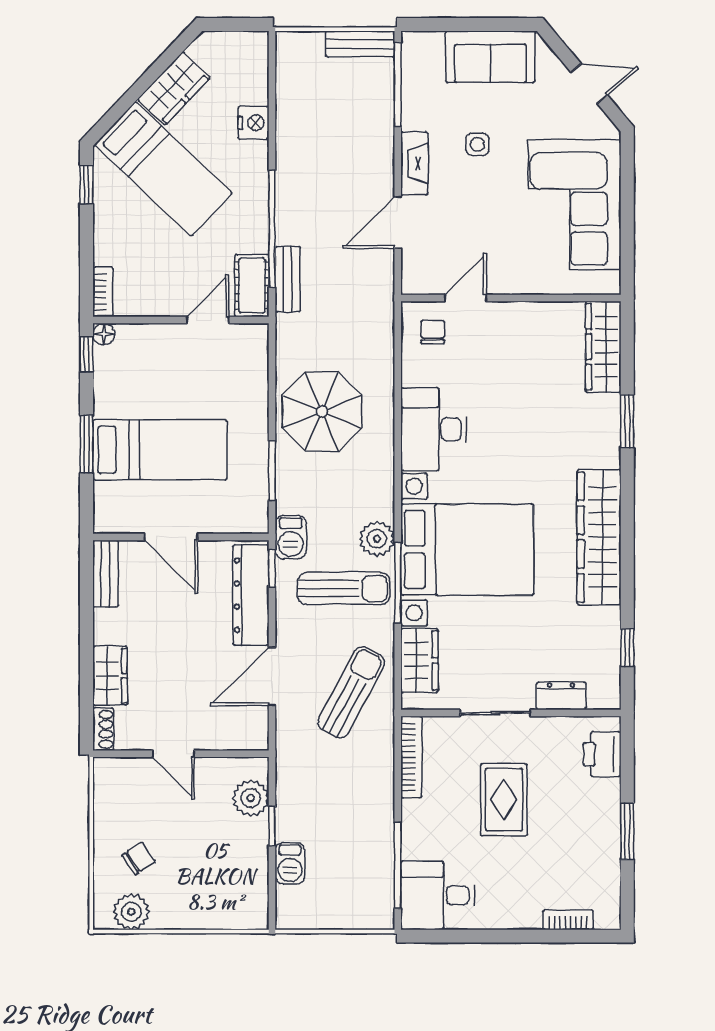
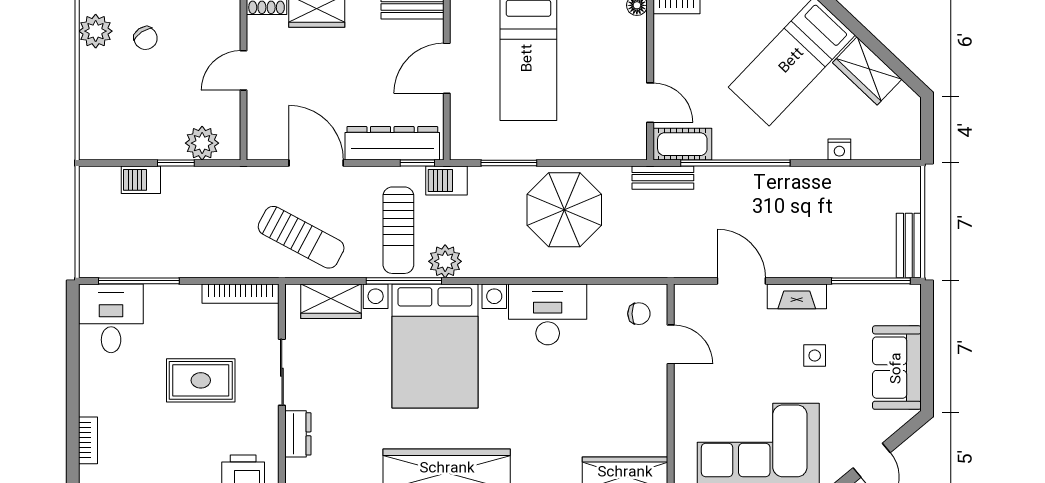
nightstand: (254, 123) -> (839, 149), width x0.72, depth x0.74
bench: (288, 279) -> (663, 178), moved

